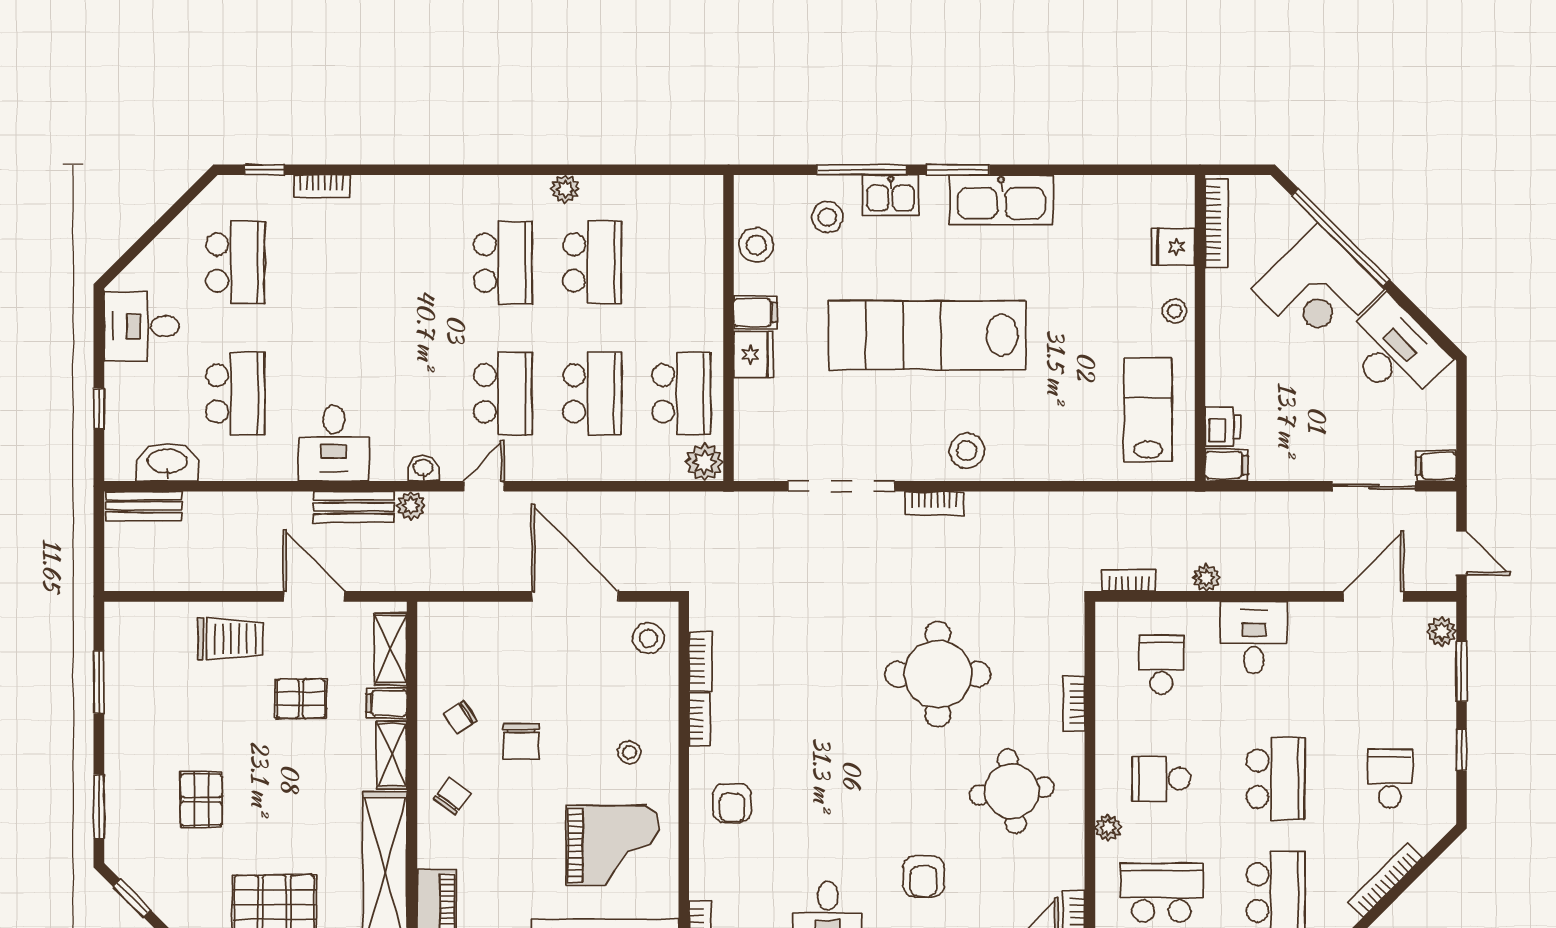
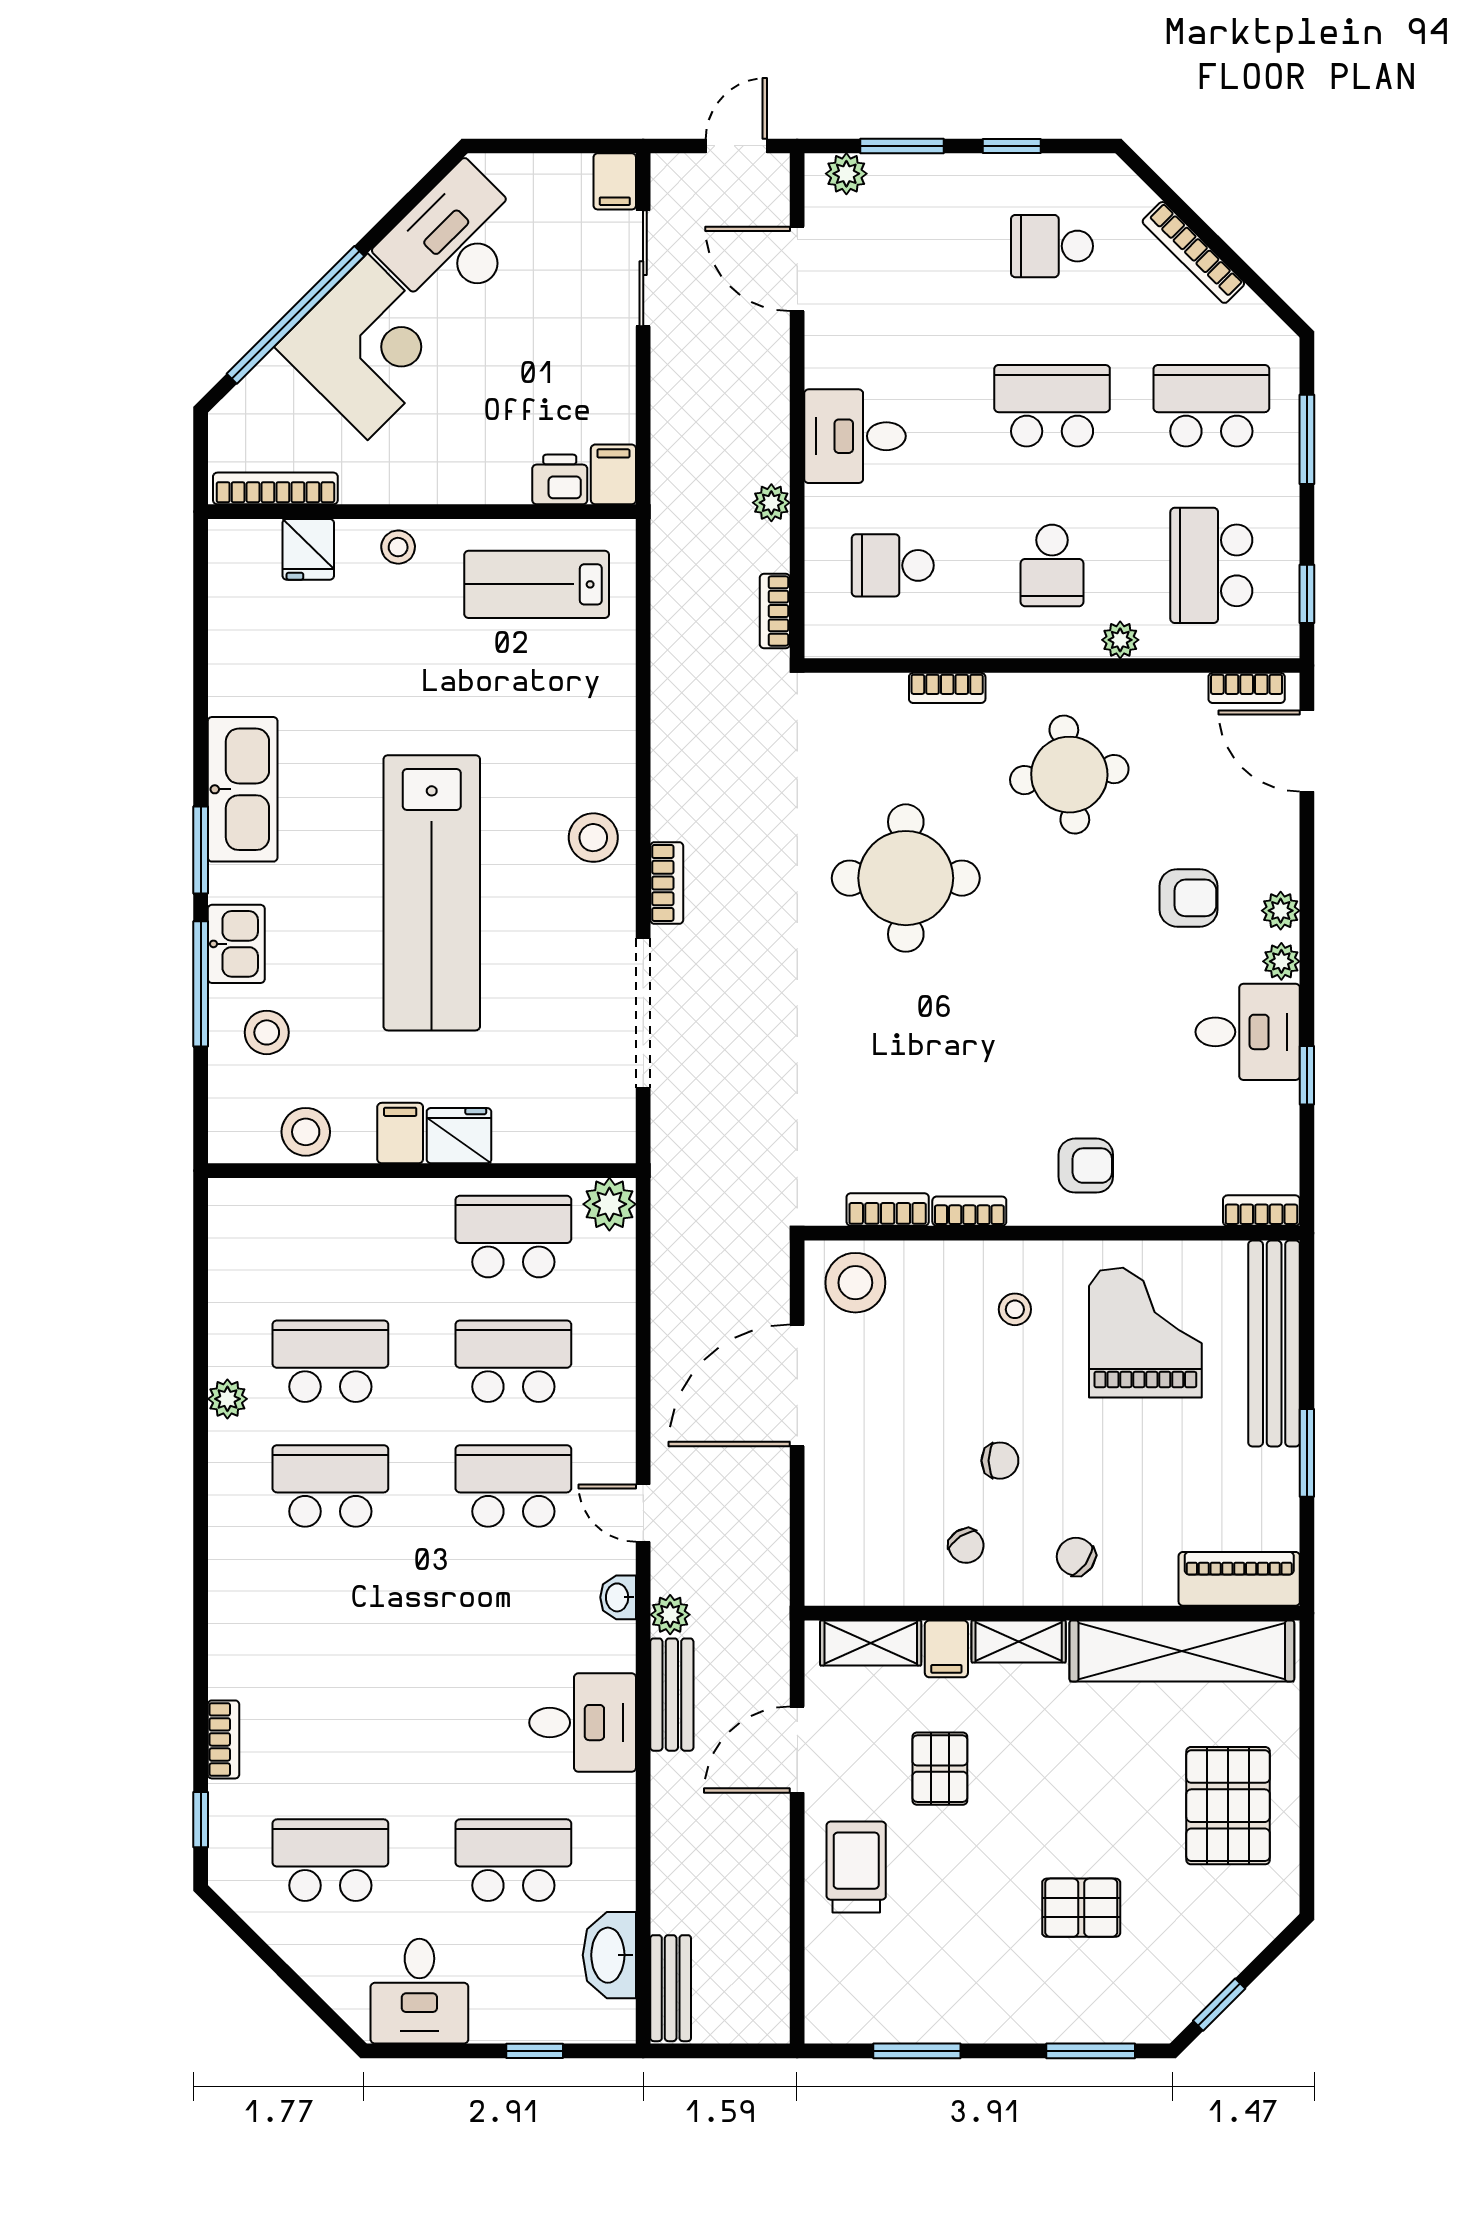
stool: (648, 638) -> (855, 1283), width x1.38, depth x1.38
chair: (521, 742) -> (1000, 1461), width x0.73, depth x0.73

